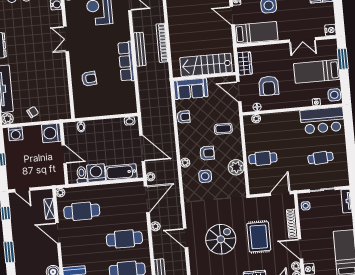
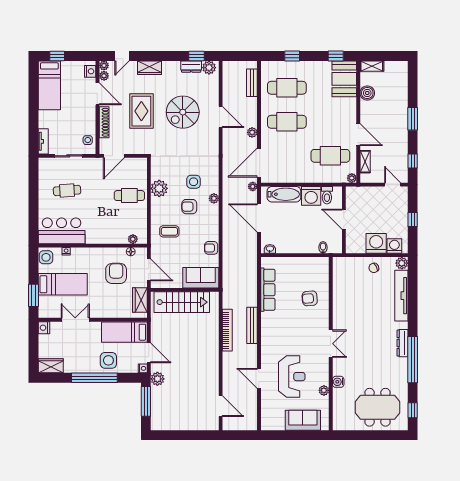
row of seats: (126, 61) -> (268, 290), moved
washing machine: (51, 133) -> (376, 243), moved, turned -90

